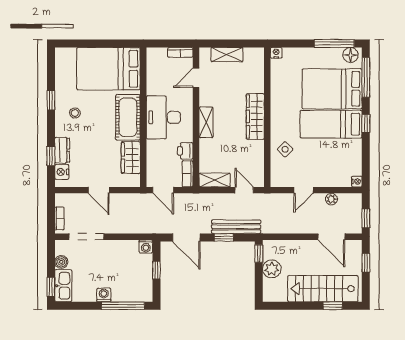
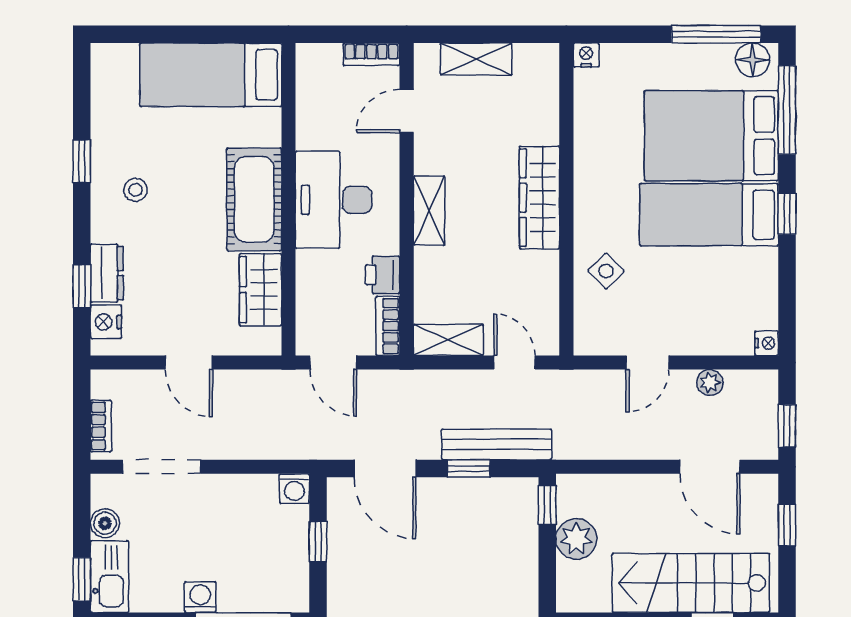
bed: (108, 69) -> (211, 75), width x0.67

